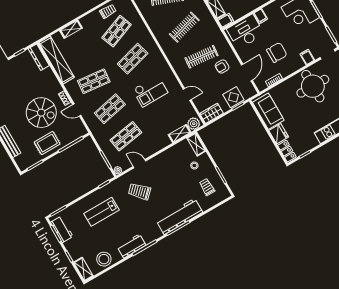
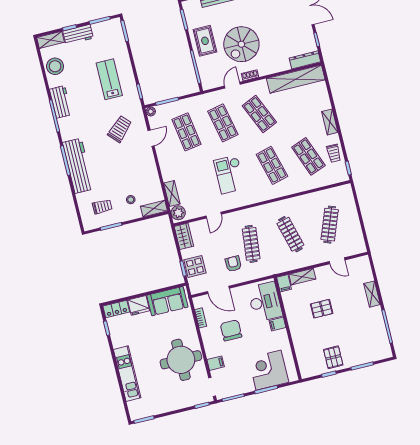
shelving: (71, 29) -> (330, 122), moved
chair: (277, 52) -> (231, 330), turned 180
shop shelf: (94, 81) -> (259, 114), turned -30
workbench: (62, 229) -> (78, 35), moved

